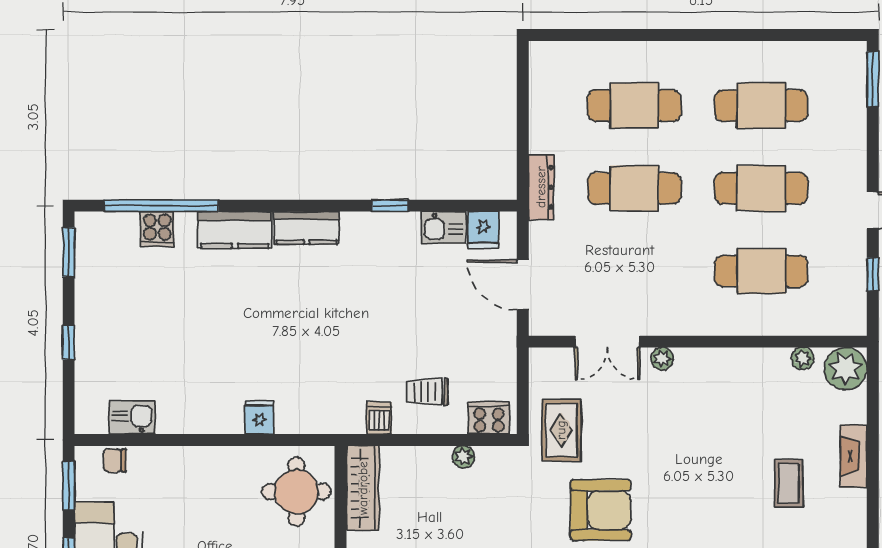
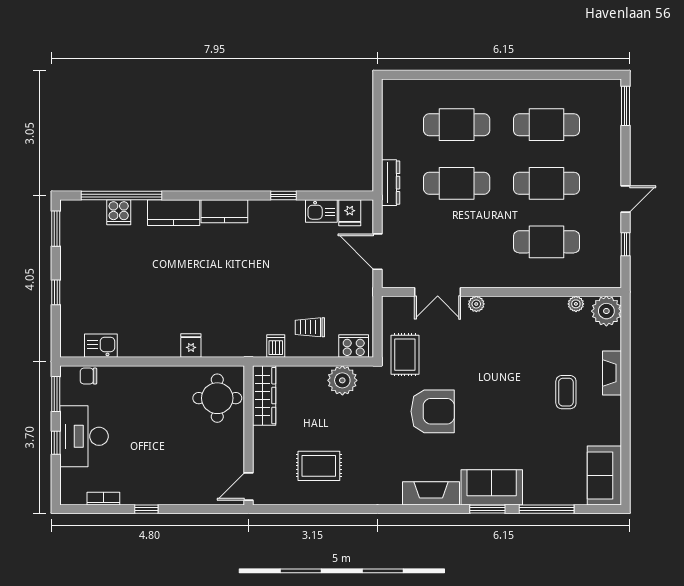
plant: (463, 457) -> (342, 380), width x1.88, depth x1.88

